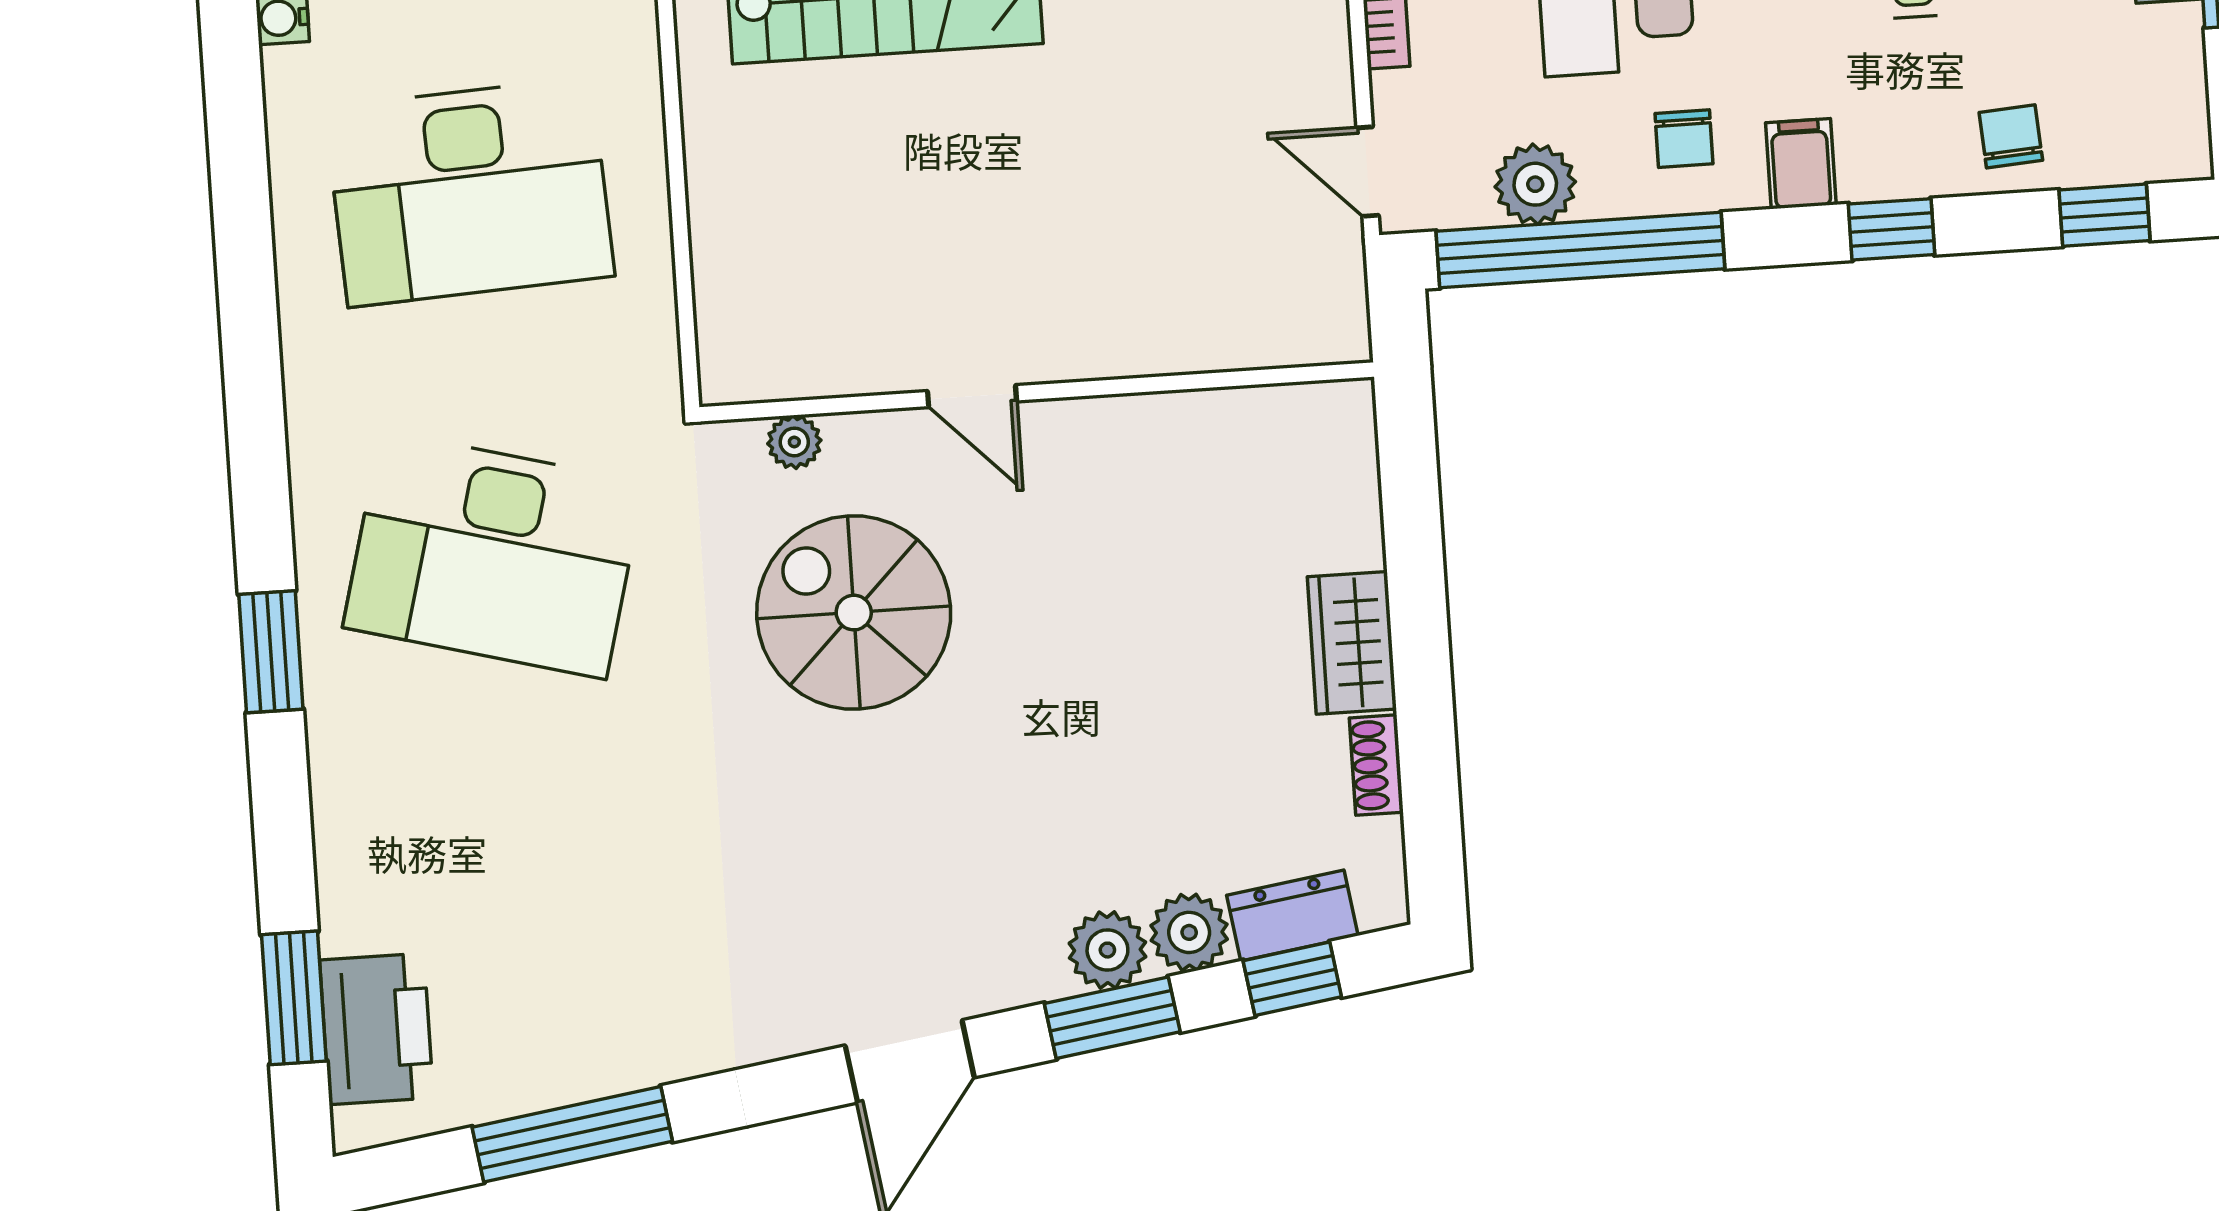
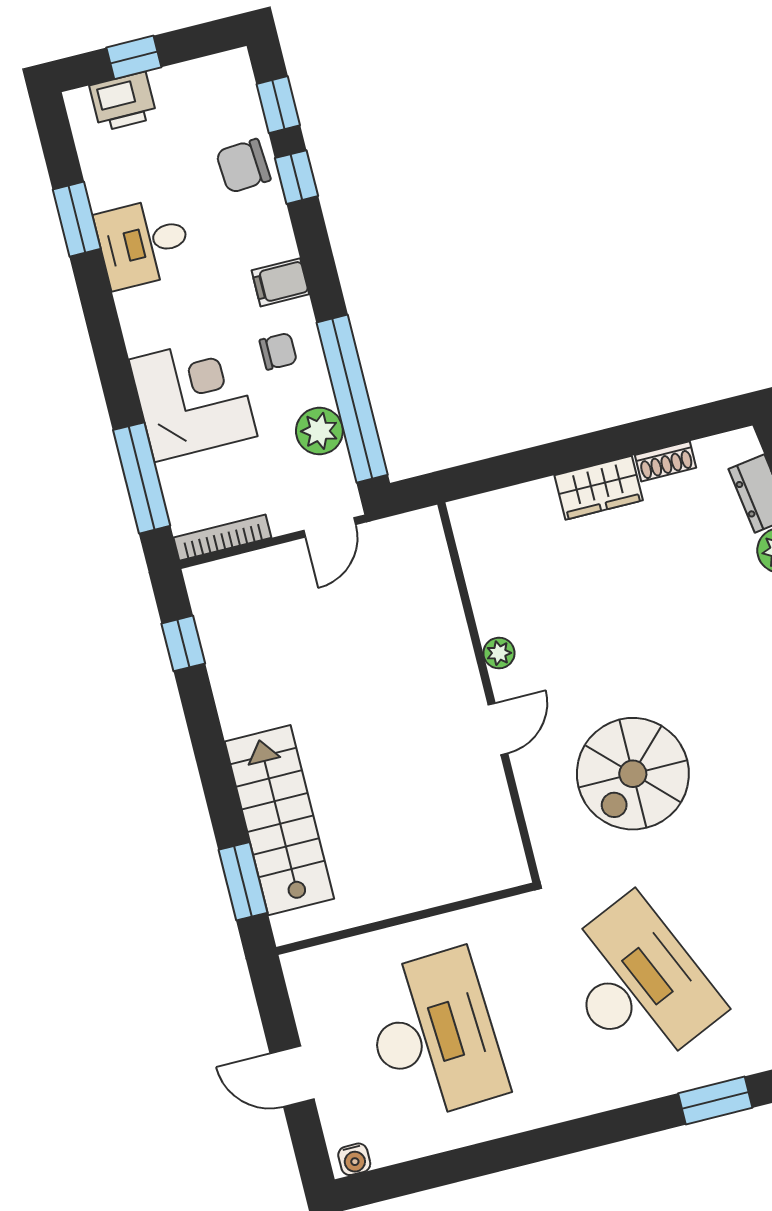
chair: (2011, 136) -> (243, 166), width x1.37, depth x1.37
window: (1891, 229) -> (296, 177), moved
plant: (794, 442) -> (499, 653), moved
desk: (494, 555) -> (637, 984), turned -39

